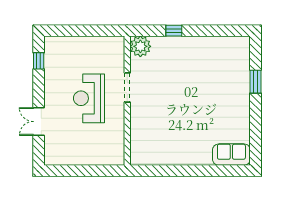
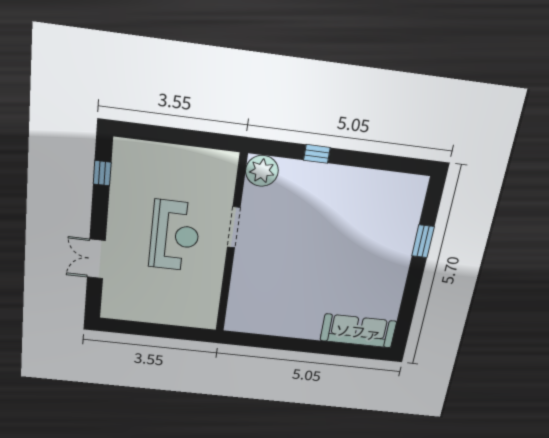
reception desk: (89, 98) -> (175, 236), turned 180
sofa: (231, 155) -> (358, 331), width x1.36

